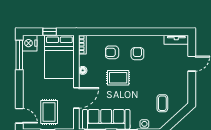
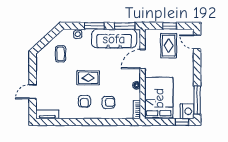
window: (50, 32) -> (182, 122), moved
rug: (118, 78) -> (88, 78), moved

